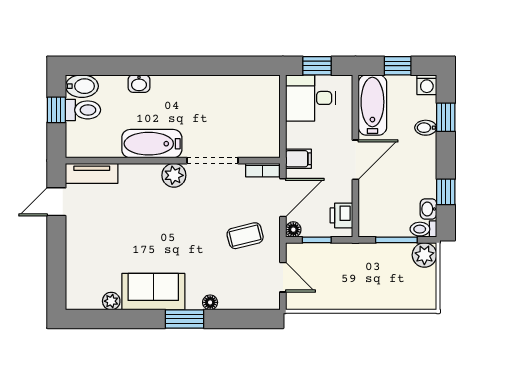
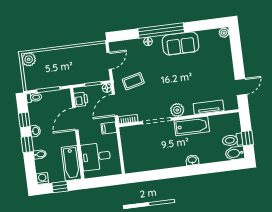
window: (317, 66) -> (105, 181), removed
washbasin: (139, 84) -> (192, 160), moved
desk: (311, 98) -> (96, 157), moved, turned 180
window: (446, 117) -> (27, 144), moved
door: (355, 160) -> (75, 119), moved
tv unit: (92, 173) -> (209, 107), moved
washbasin: (428, 209) -> (35, 131), moved
plant: (424, 255) -> (29, 59), moved
door: (283, 277) -> (109, 61), swing flipped
plant: (111, 301) -> (224, 33), moved
window: (185, 319) -> (161, 30), width x2.11

